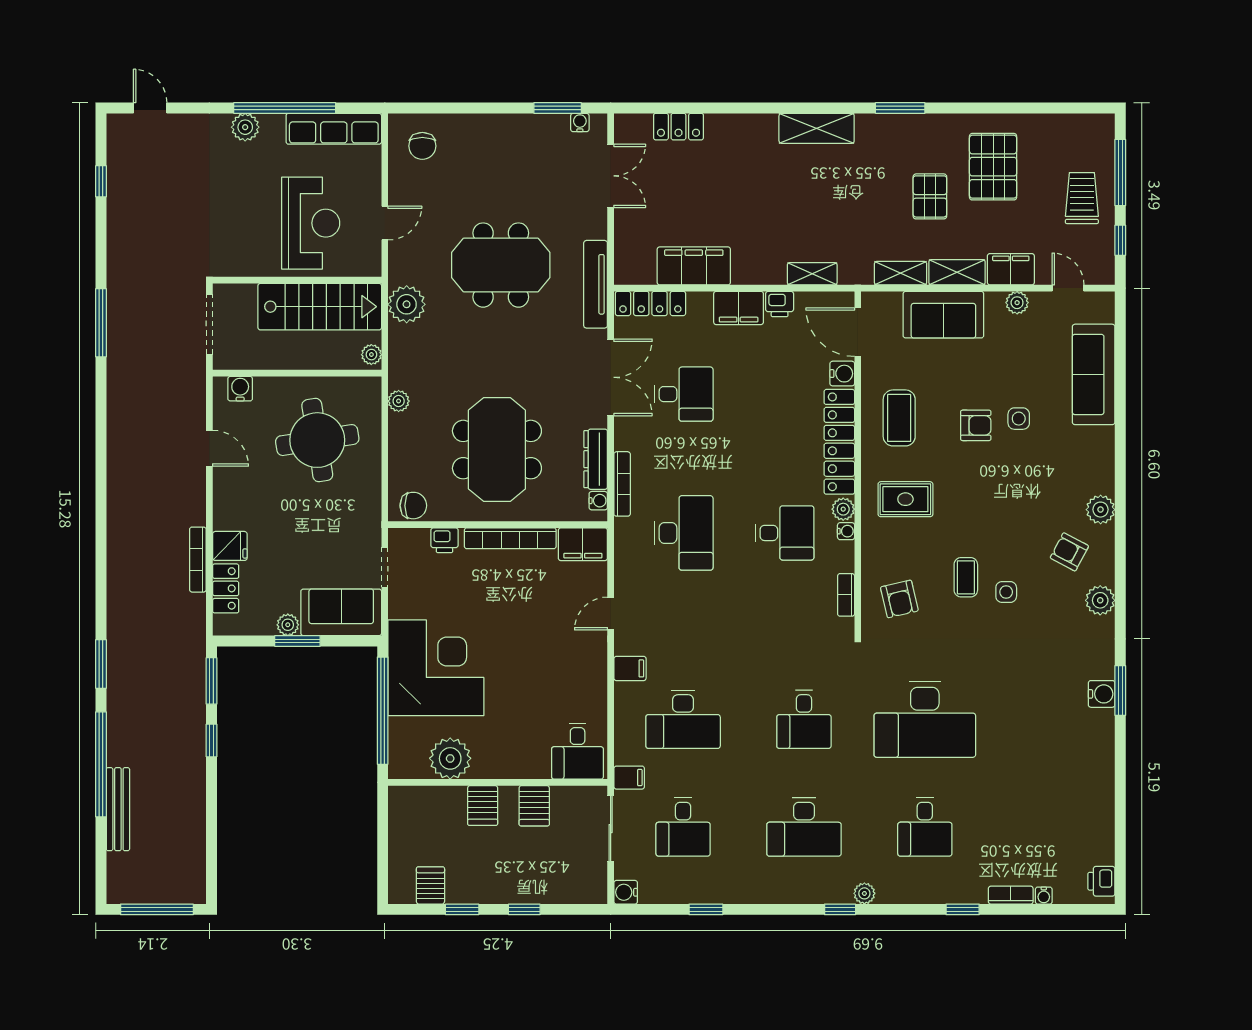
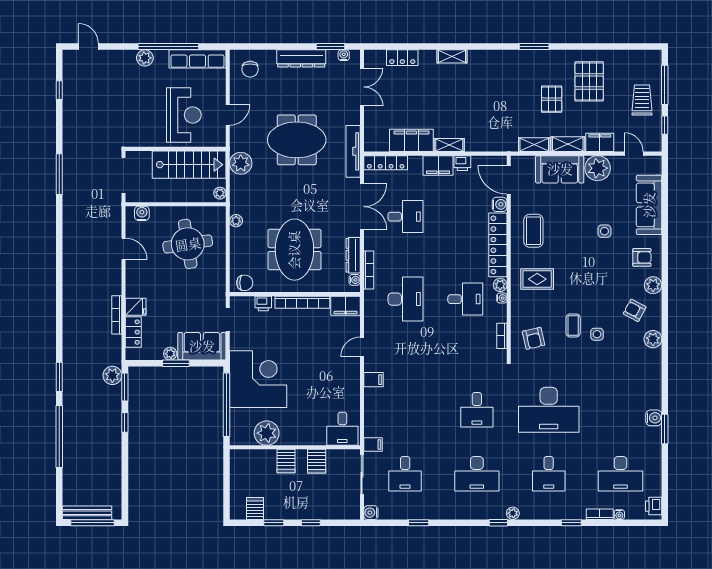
dresser: (509, 128) -> (301, 58), added
shelving: (817, 128) -> (452, 56), moved, width x0.67, depth x0.75
shelving: (812, 274) -> (449, 145), moved
plant: (1017, 303) -> (598, 168), width x1.88, depth x1.88
armchair: (976, 425) -> (642, 257), moved
plant: (191, 661) -> (112, 375), added
window: (1120, 691) -> (665, 429), moved
water cooler: (1102, 694) -> (654, 418), moved
desk: (683, 719) -> (621, 474), moved
bench: (118, 809) -> (87, 513), moved, turned 90

